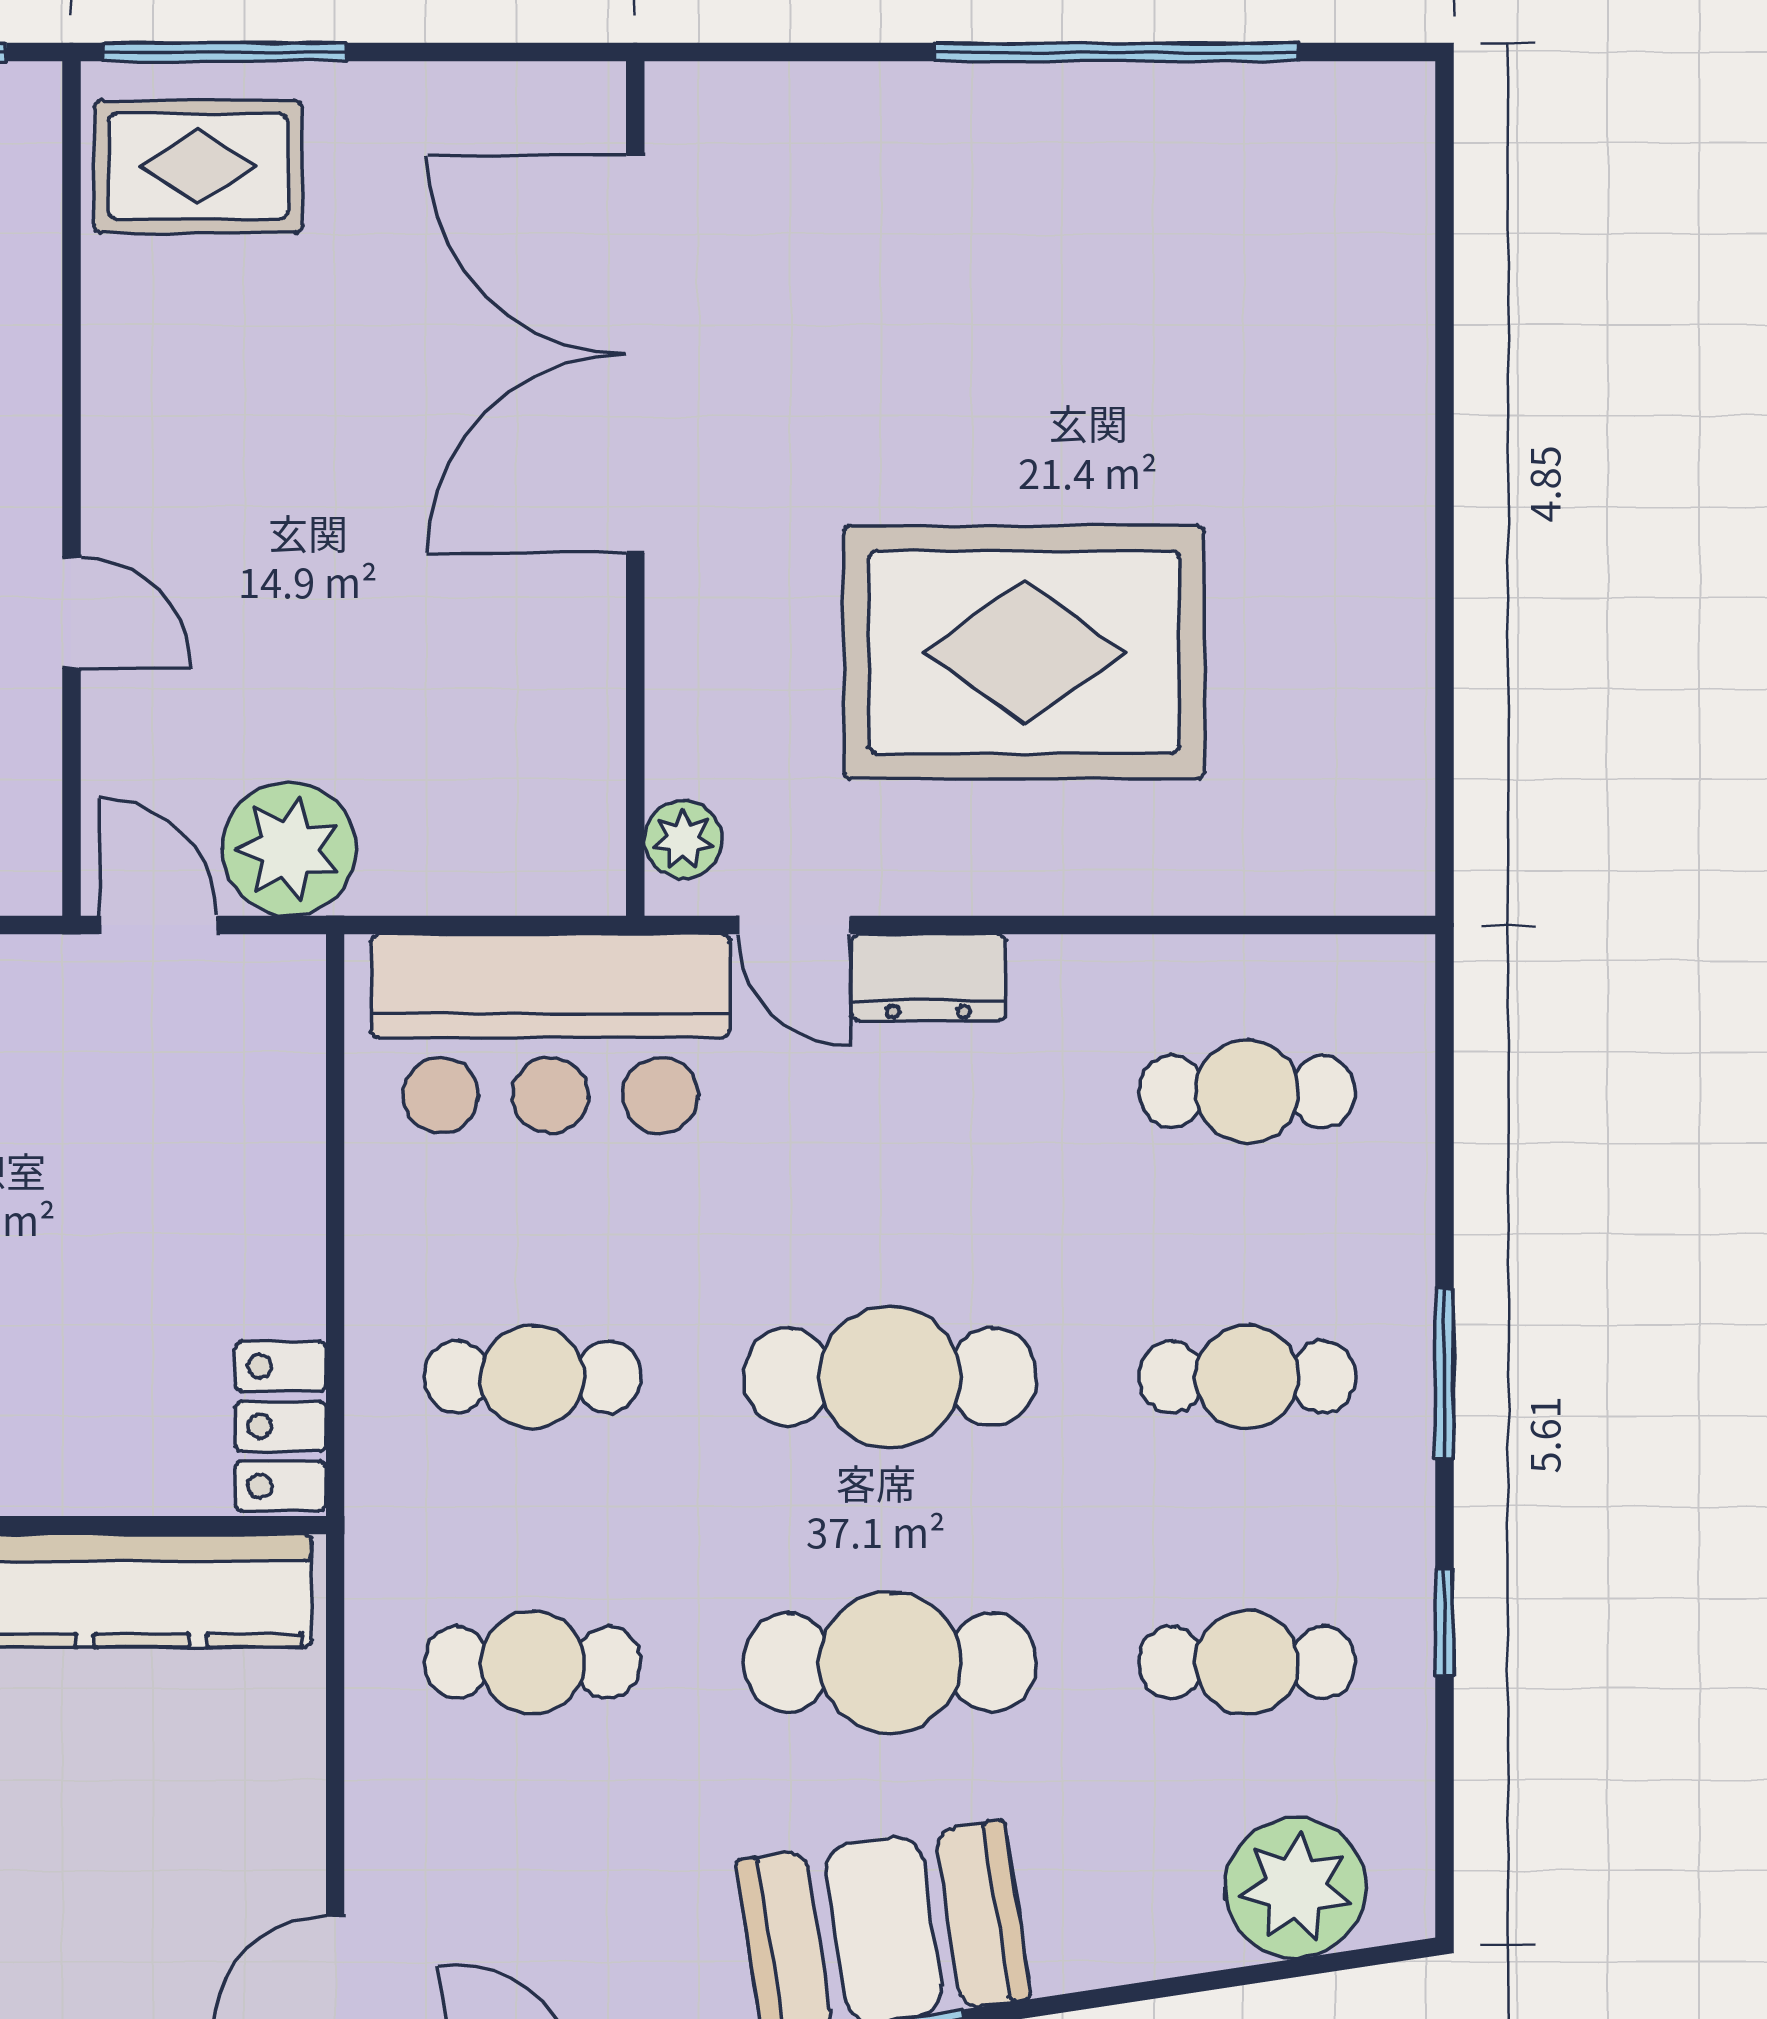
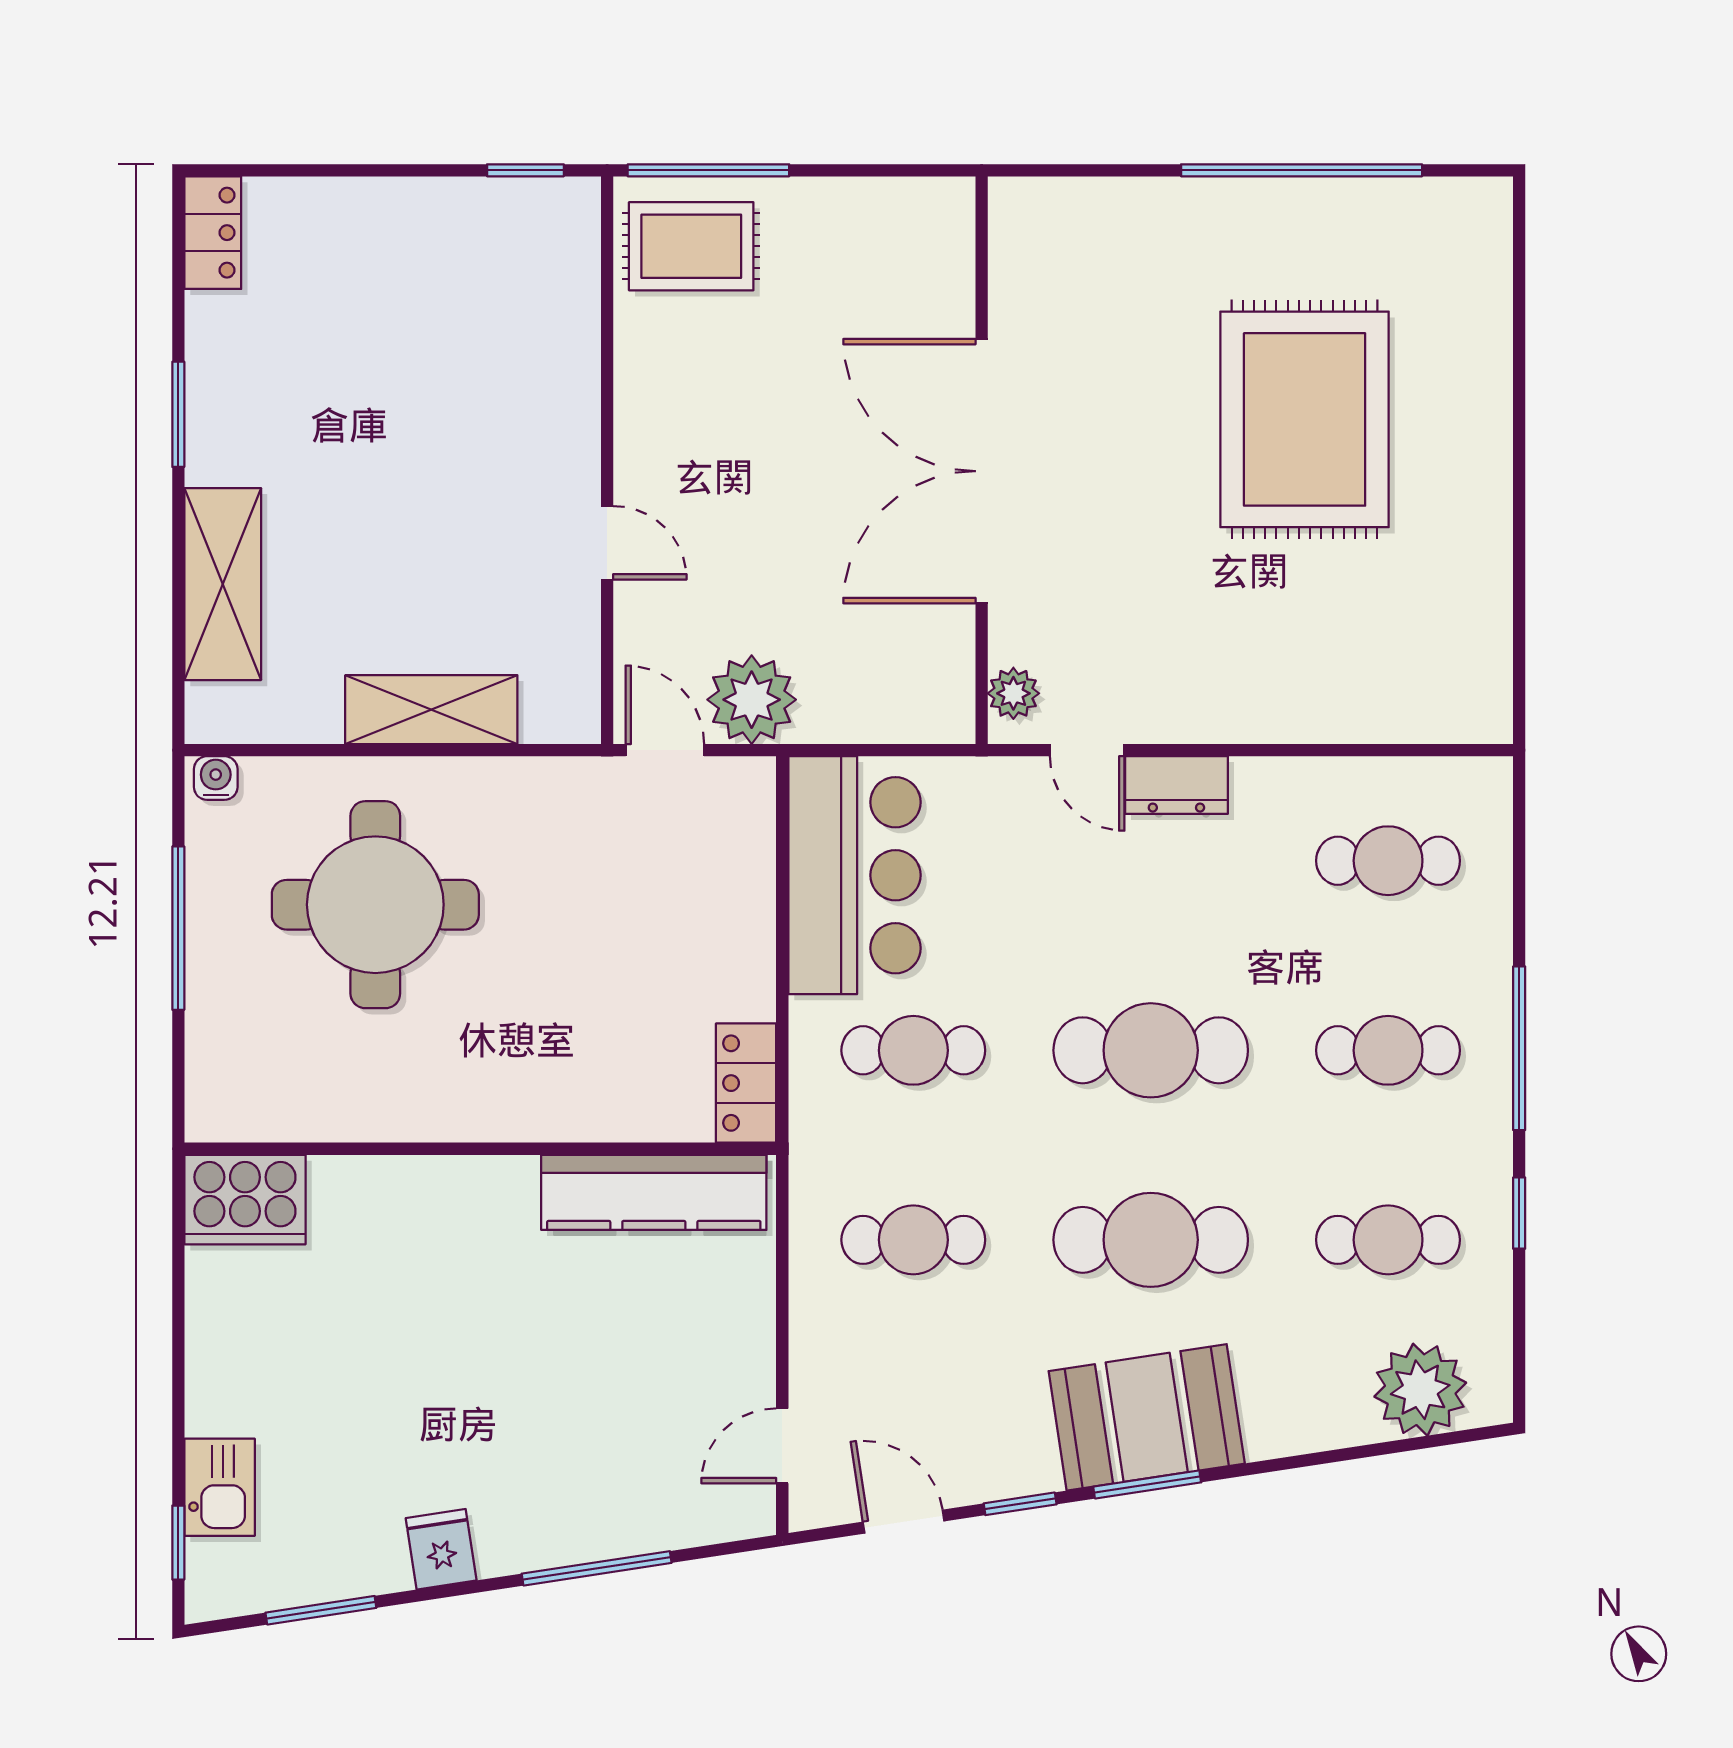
double door: (635, 354) -> (982, 471), moved
rug: (1024, 652) -> (1305, 419), moved, turned 90
bar counter: (550, 1034) -> (854, 875), moved, turned -90
window: (1444, 1374) -> (1519, 1048), width x1.44

